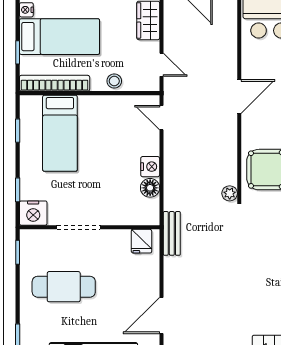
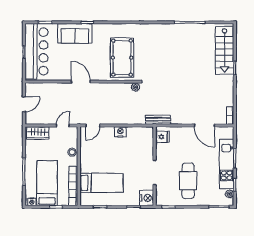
floor lamp: (150, 188) -> (132, 132), removed

